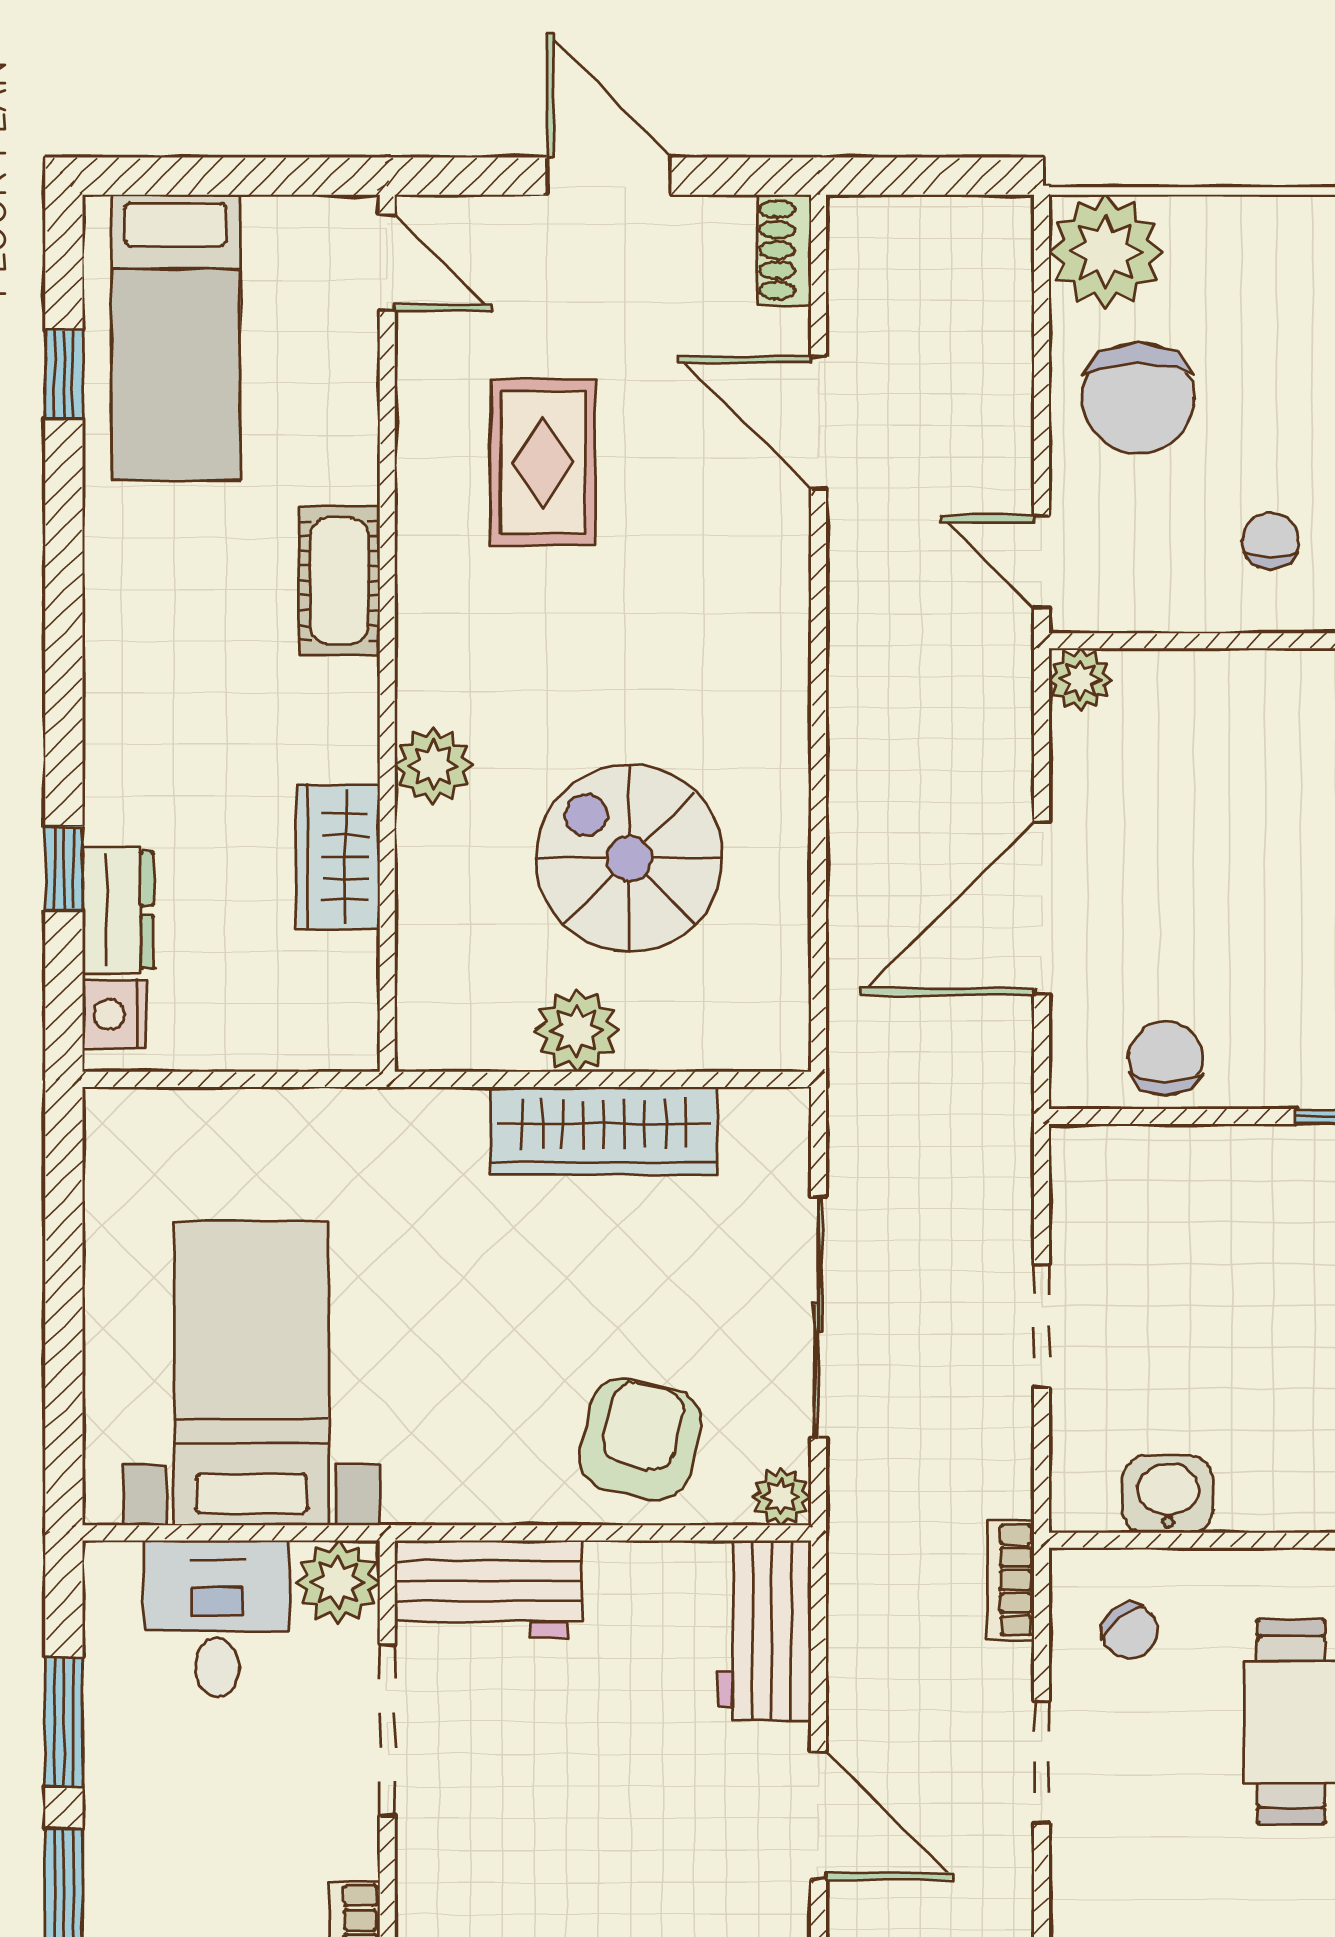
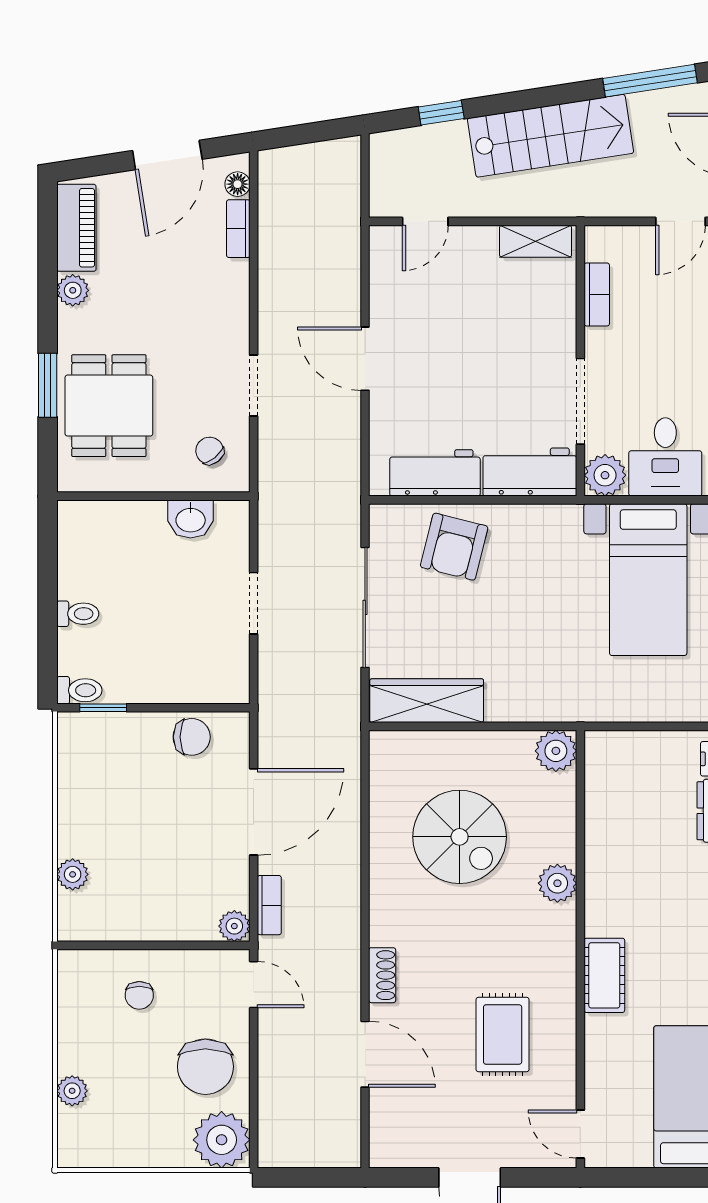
shoe rack: (784, 250) -> (382, 975), moved
chair: (1138, 398) -> (205, 1067), turned 180
wardrobe: (338, 857) -> (605, 837), removed
plant: (577, 1030) -> (556, 751), moved
chair: (1166, 1058) -> (192, 737), turned -90
wardrobe: (604, 1131) -> (427, 701), moved
plant: (781, 1497) -> (384, 518), removed
bookcase: (1010, 1580) -> (269, 905), moved
workbench: (764, 1631) -> (435, 473), moved, turned -90

